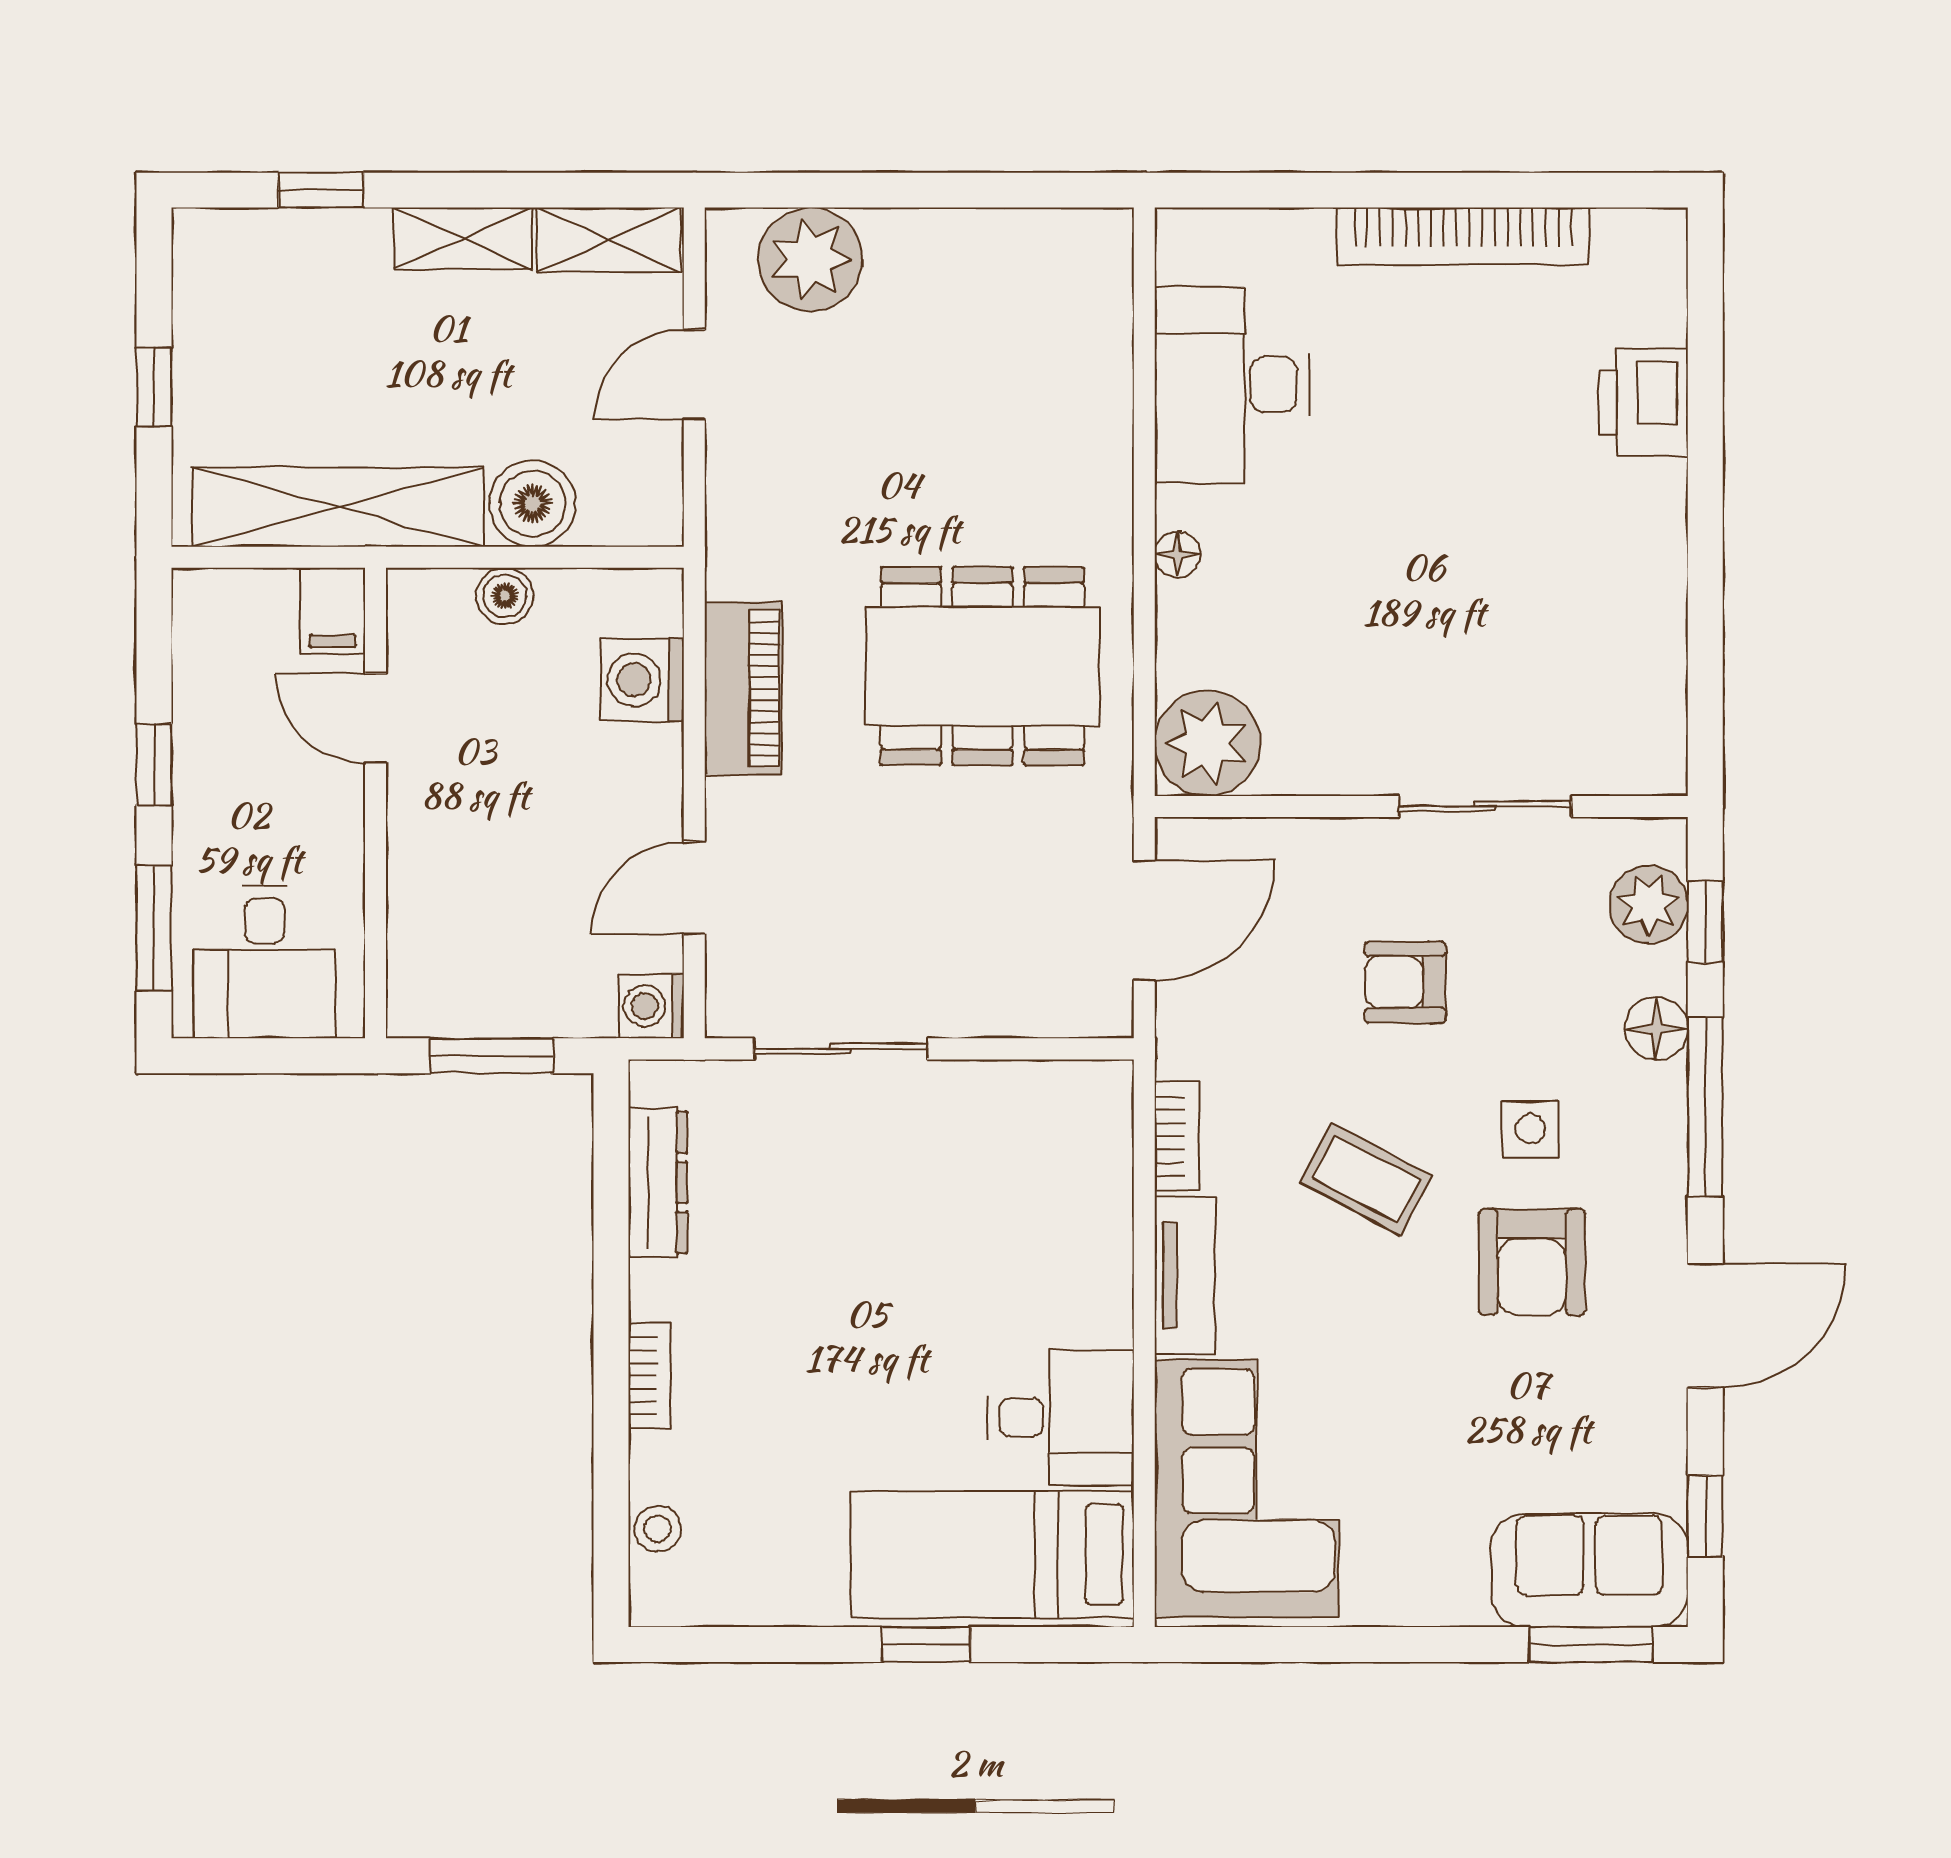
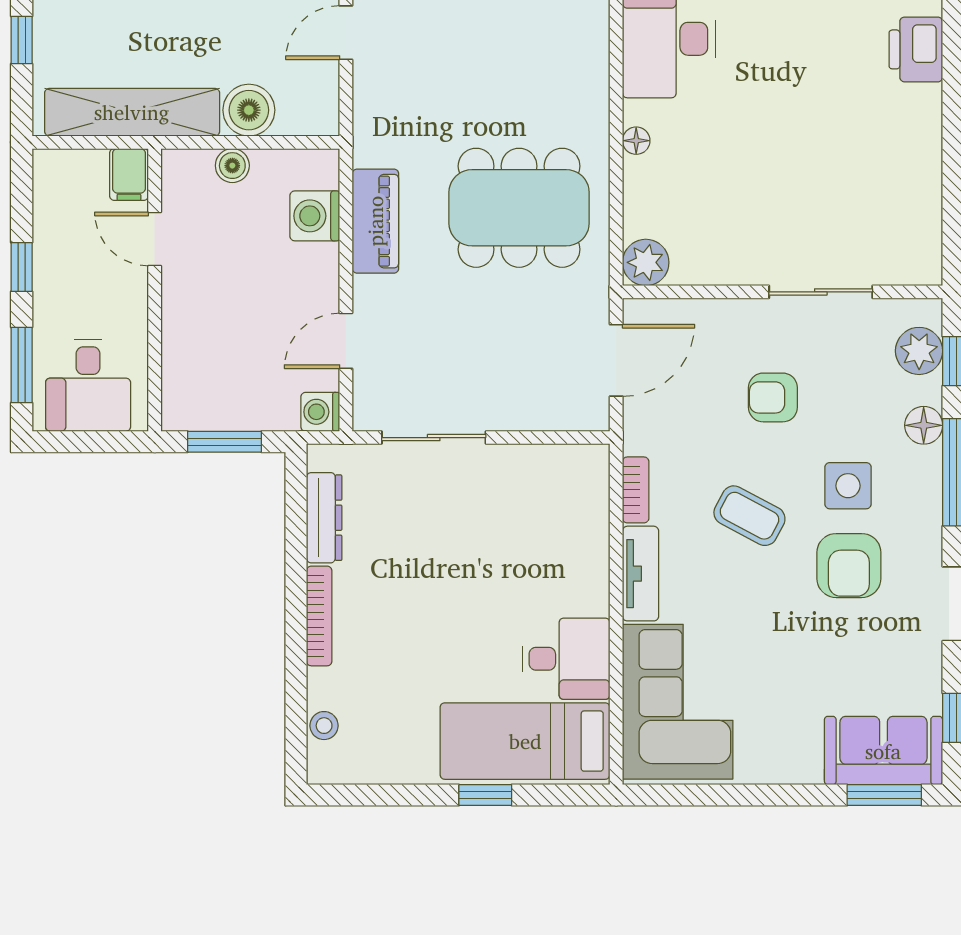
plant: (1207, 743) -> (646, 262), width x0.73, depth x0.73
side table: (1530, 1129) -> (848, 486), width x1.37, depth x1.37
bookcase: (650, 1376) -> (319, 616), width x1.56

